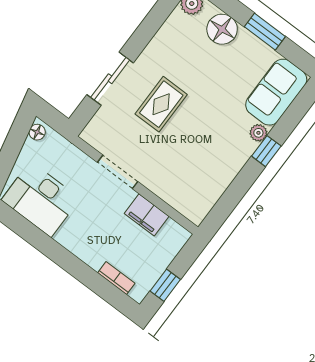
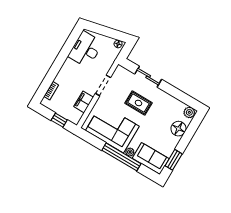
window: (265, 32) -> (174, 160), moved
window: (266, 151) -> (121, 157), width x3.17
corner sofa: (207, 163) -> (112, 128), added
window: (165, 285) -> (59, 120), moved

